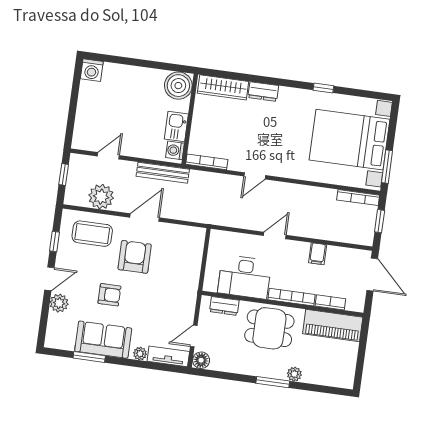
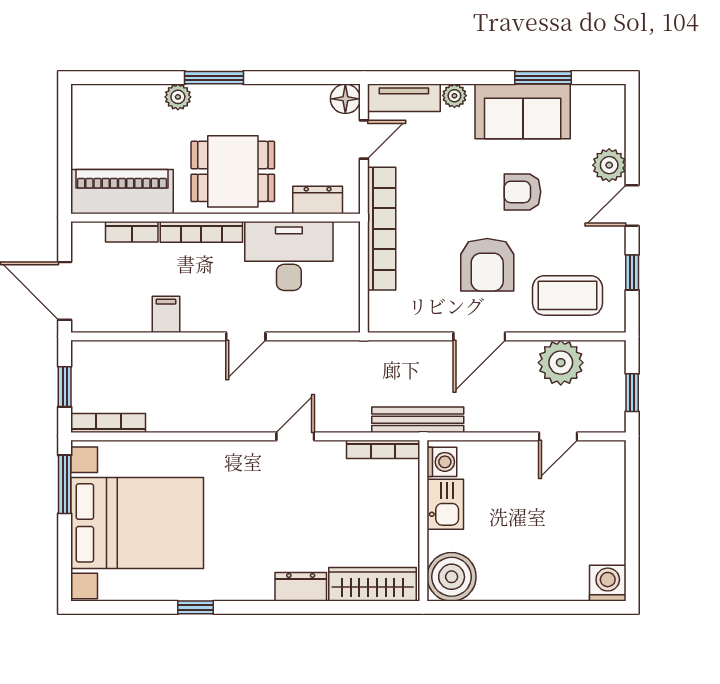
bench: (163, 173) -> (418, 420), moved
bookcase: (191, 285) -> (382, 229), added

